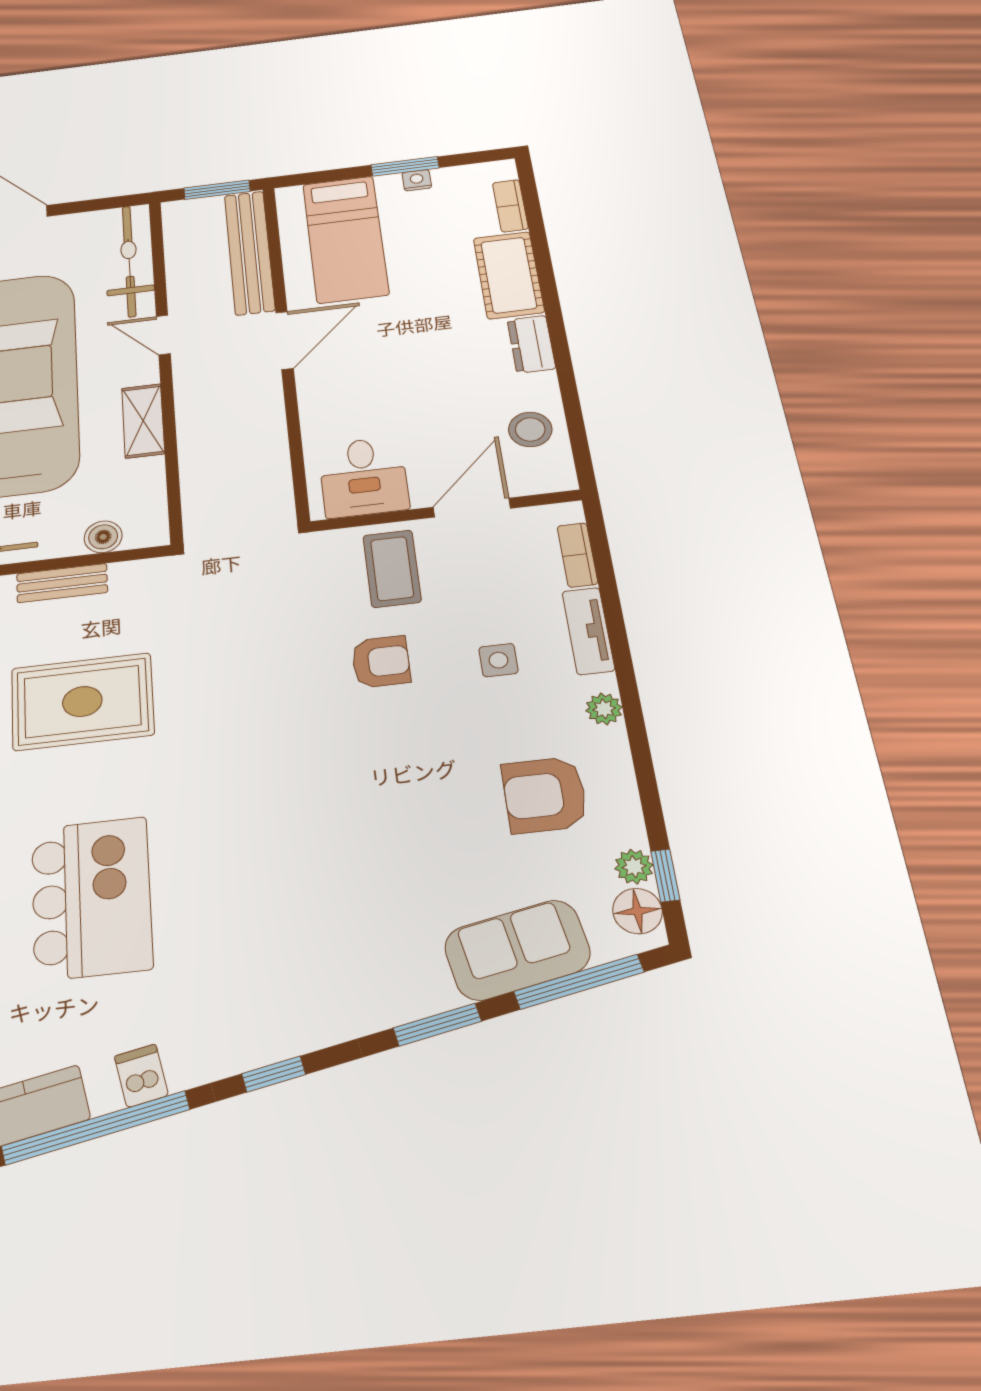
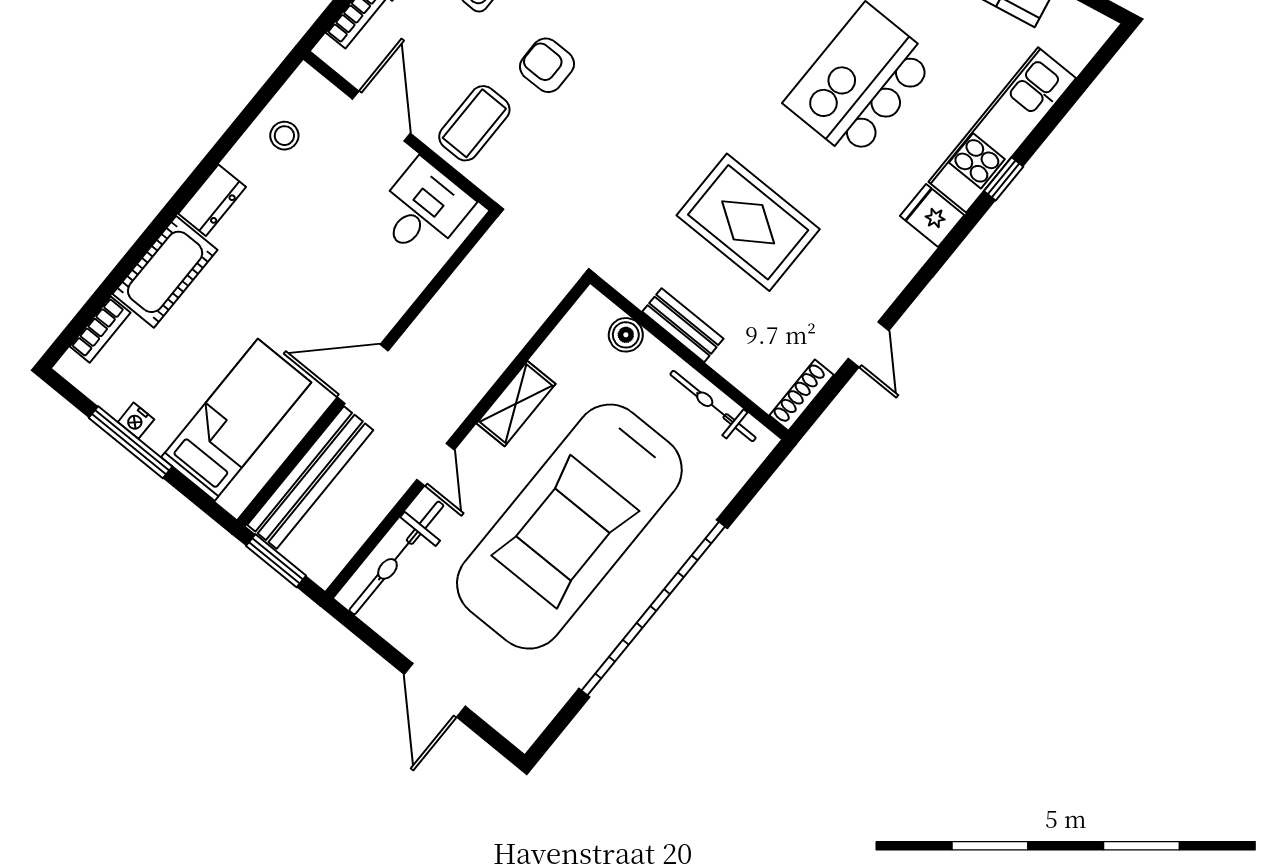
window: (405, 166) -> (131, 442), width x1.44
stool: (530, 429) -> (284, 136), width x0.73, depth x0.73
door: (472, 508) -> (381, 116), swing flipped

